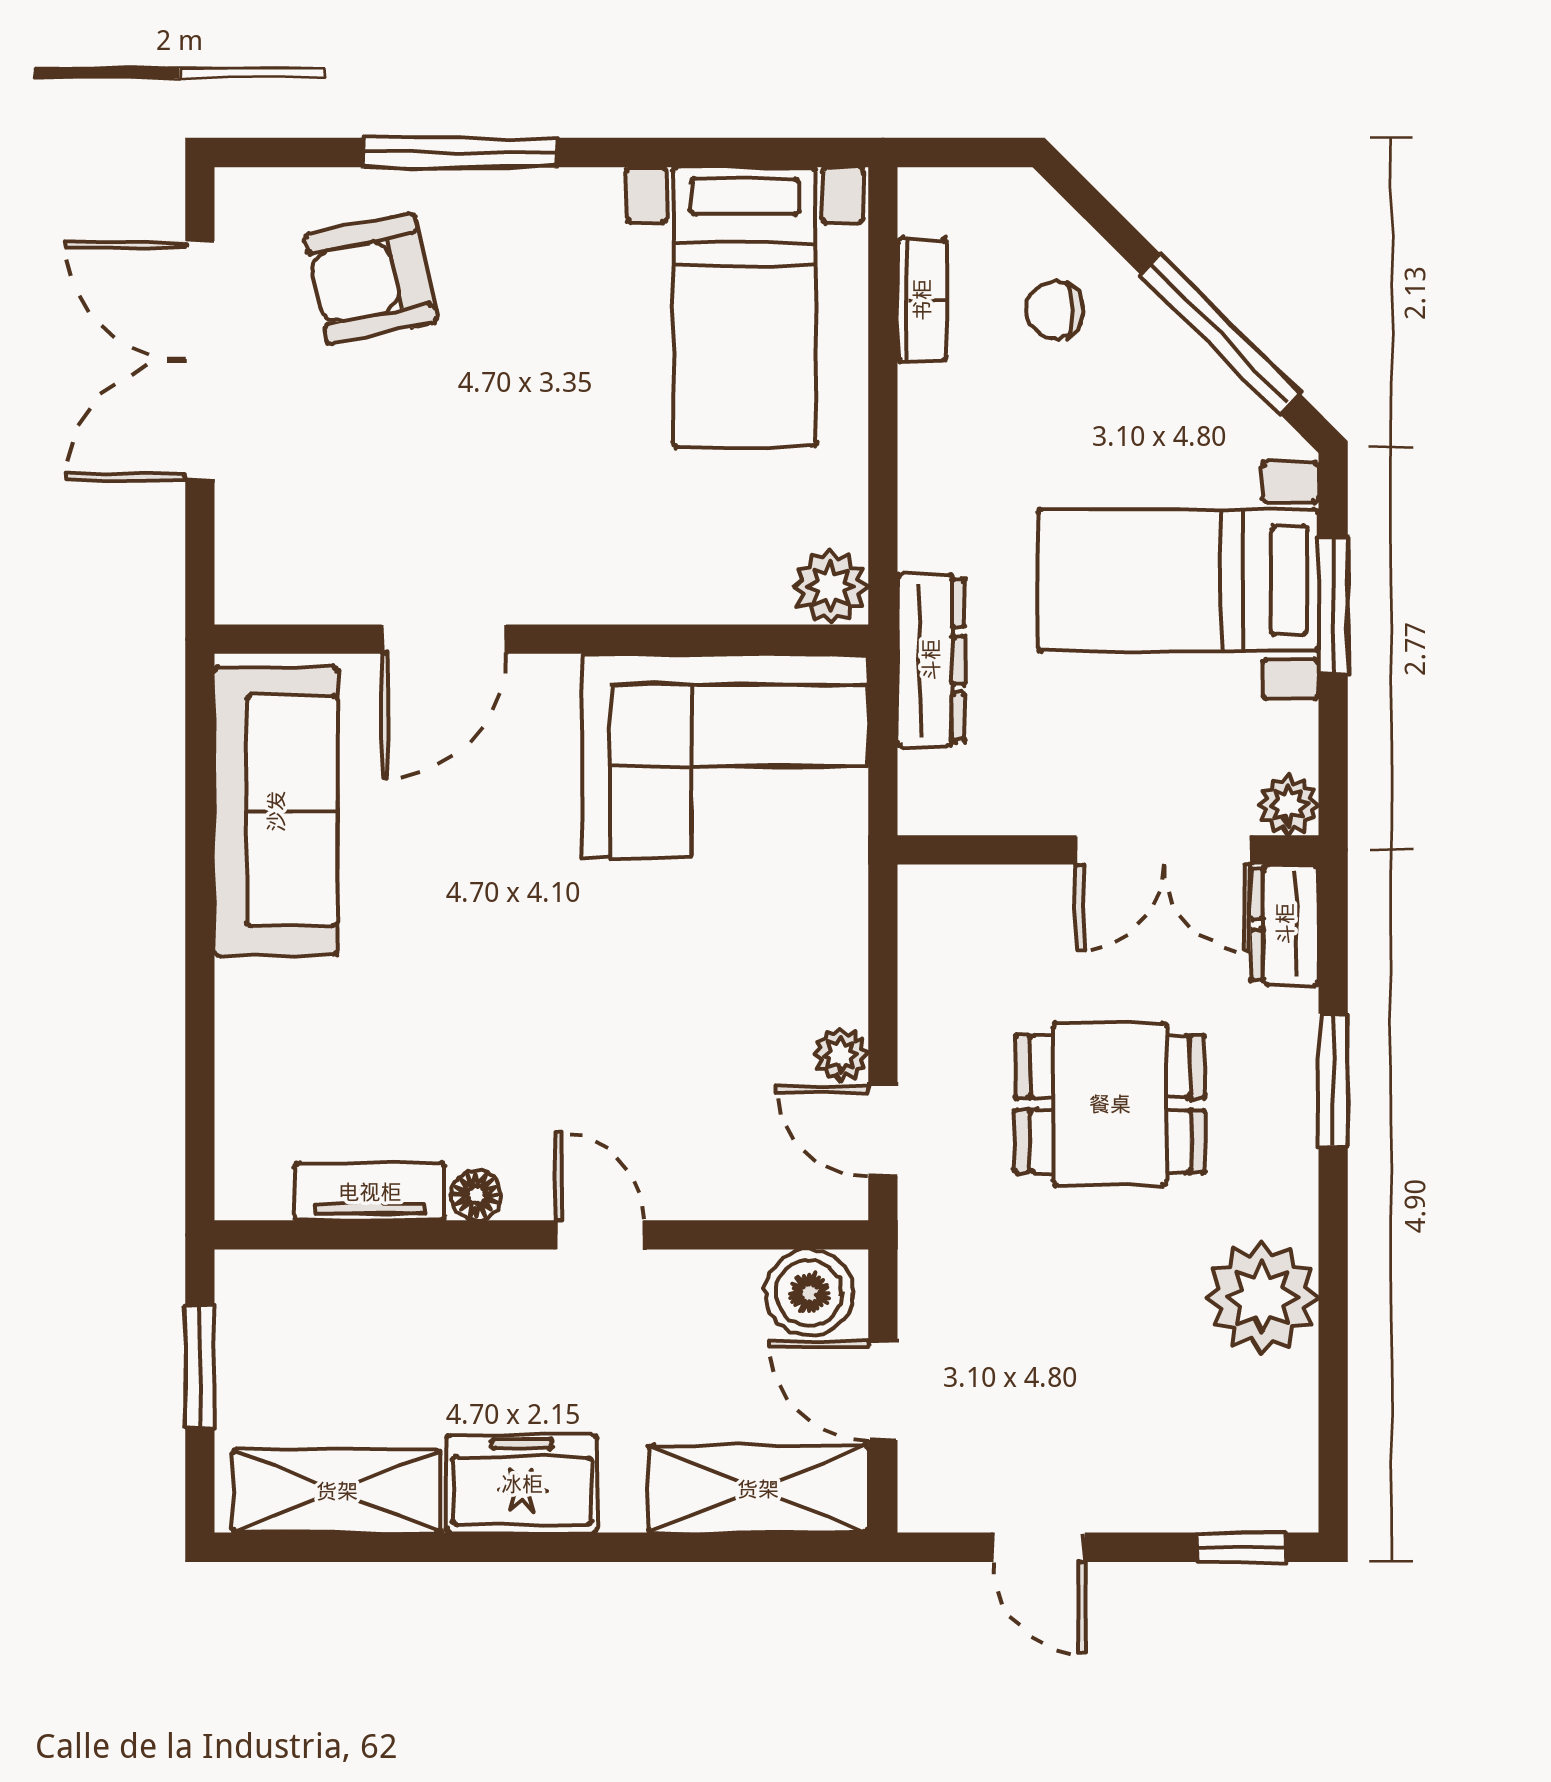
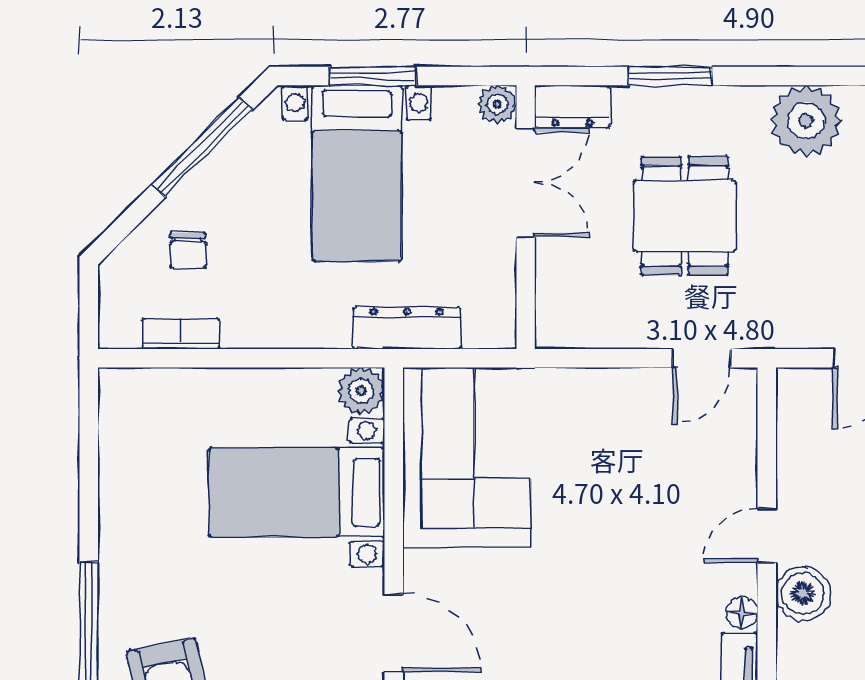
bed with nightstands: (745, 307) -> (297, 492), moved, turned 180
plant: (841, 1055) -> (654, 384), removed
boiler: (809, 1293) -> (803, 593), moved

